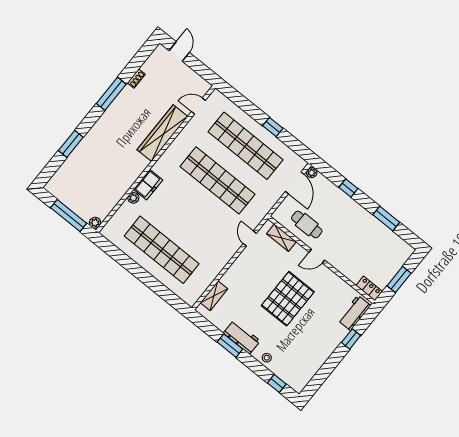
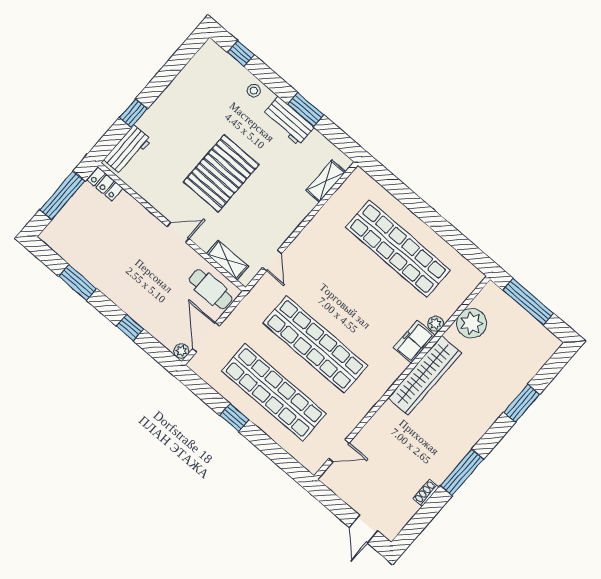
wardrobe: (162, 133) -> (425, 375), moved
plant: (95, 223) -> (472, 323), moved, width x1.88, depth x1.88
cafe table: (307, 225) -> (211, 289), moved
window: (399, 280) -> (62, 195), width x1.44

